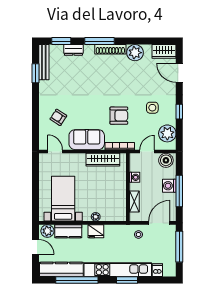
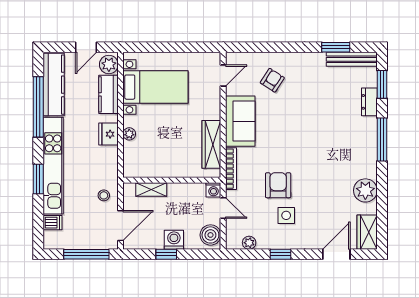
shoe rack: (110, 49) -> (370, 155), removed
armchair: (119, 116) -> (278, 185), moved, turned 180
plant: (167, 133) -> (249, 243), width x0.53, depth x0.53
washing machine: (135, 177) -> (213, 190), moved
window: (179, 191) -> (166, 254), width x0.46
door: (159, 223) -> (121, 226), hinge flipped

